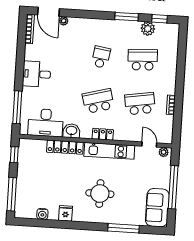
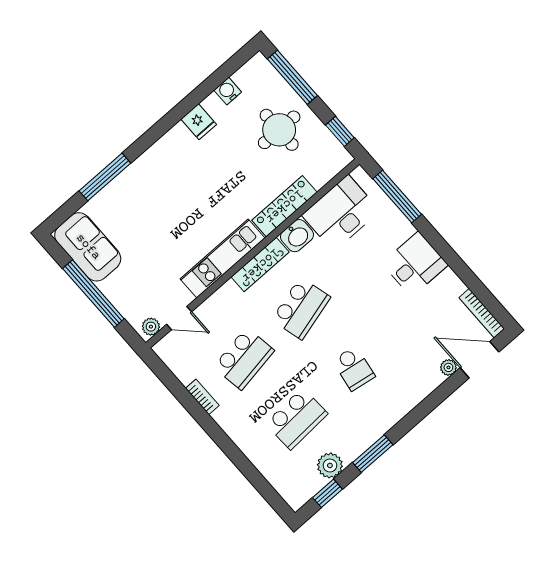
locker: (103, 134) -> (260, 265), width x1.53
round table: (100, 194) -> (279, 130), moved

